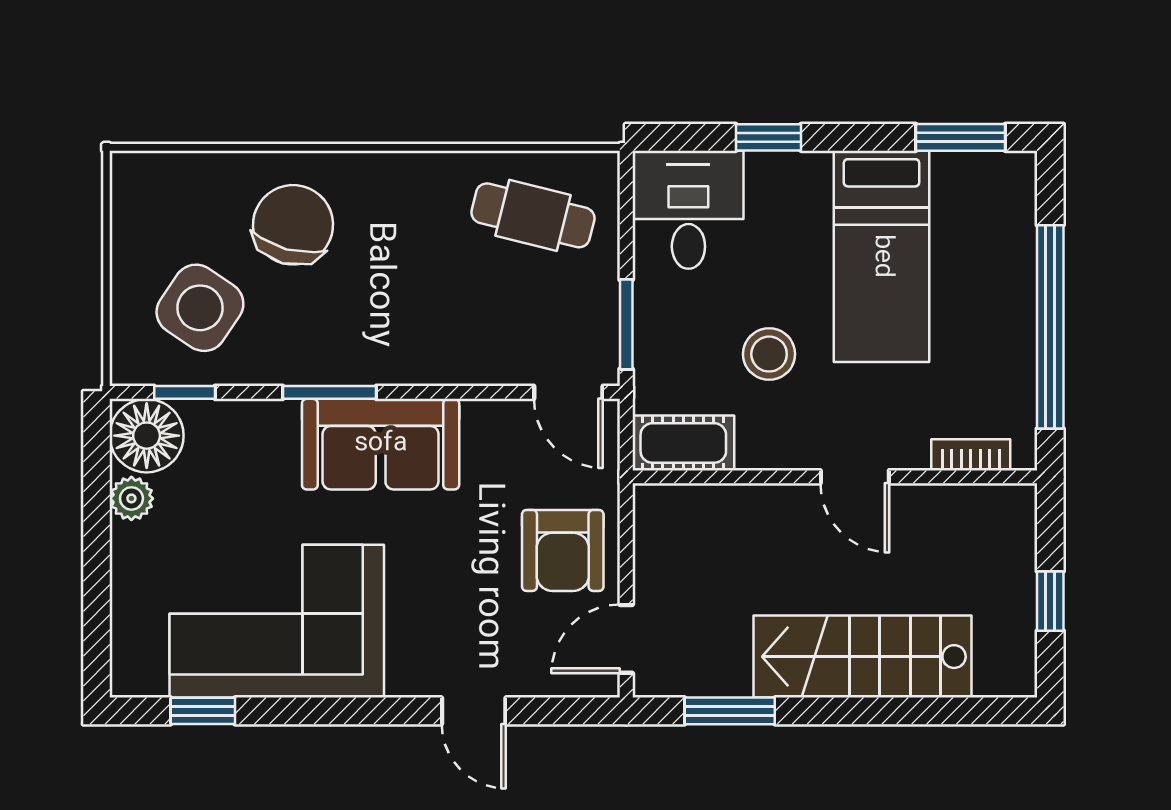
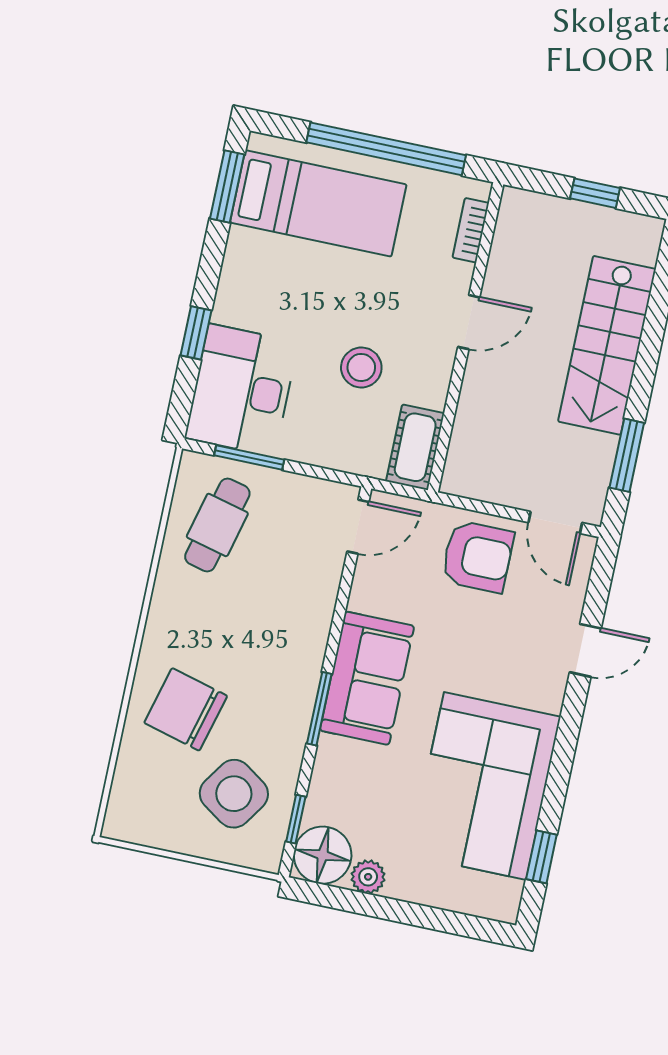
desk: (688, 210) -> (242, 390), width x1.37
bed: (882, 256) -> (318, 203), moved
window: (626, 324) -> (249, 457), moved

